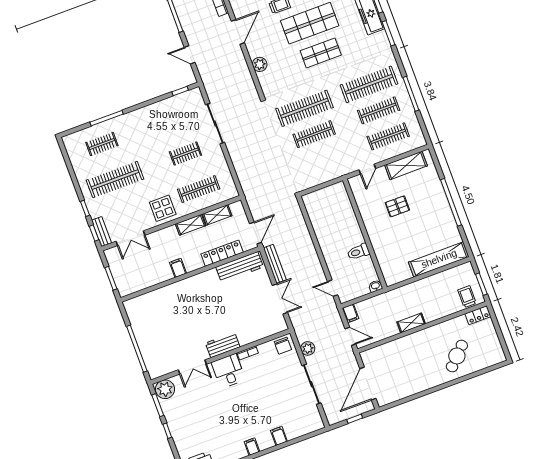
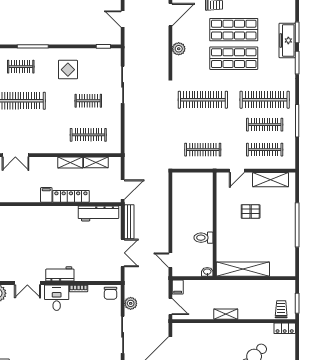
shop shelf: (321, 53) -> (234, 58), width x1.43, depth x1.36
clothes rail: (314, 134) -> (203, 150), moved
display table: (163, 208) -> (68, 70), moved
locker: (222, 253) -> (71, 196), moved
shelving: (439, 259) -> (243, 269), moved

